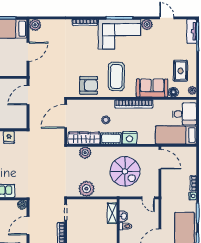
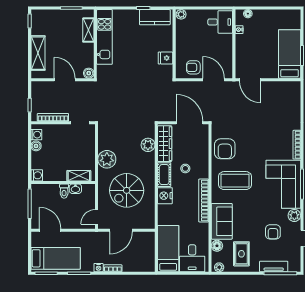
plant: (35, 25) -> (294, 88), removed
tv unit: (192, 31) -> (274, 266), moved
armchair: (161, 43) -> (273, 232), added
door: (28, 52) -> (250, 80), moved
rug: (180, 71) -> (241, 254), turned 90
armchair: (17, 113) -> (193, 67), added
door: (160, 159) -> (121, 230), moved
plant: (86, 189) -> (107, 159), moved

